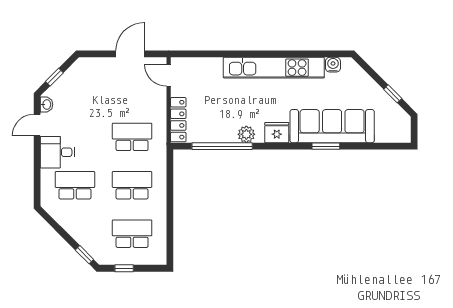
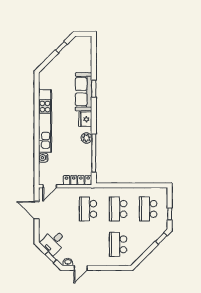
water cooler: (333, 65) -> (43, 158), moved
door: (37, 125) -> (81, 268), hinge flipped
sofa: (332, 126) -> (84, 92), width x0.74, depth x0.79
desk: (57, 152) -> (54, 242), moved, turned 45

